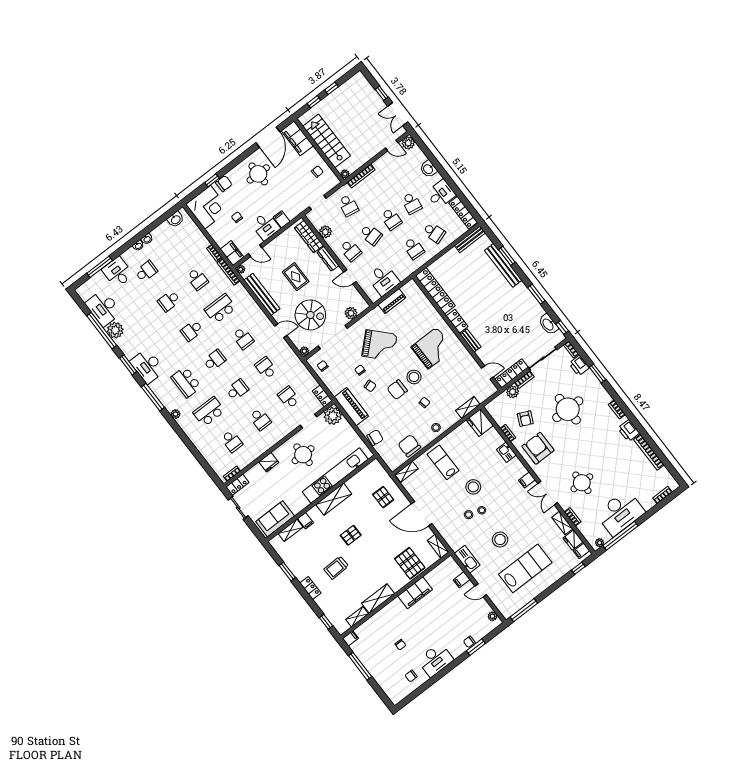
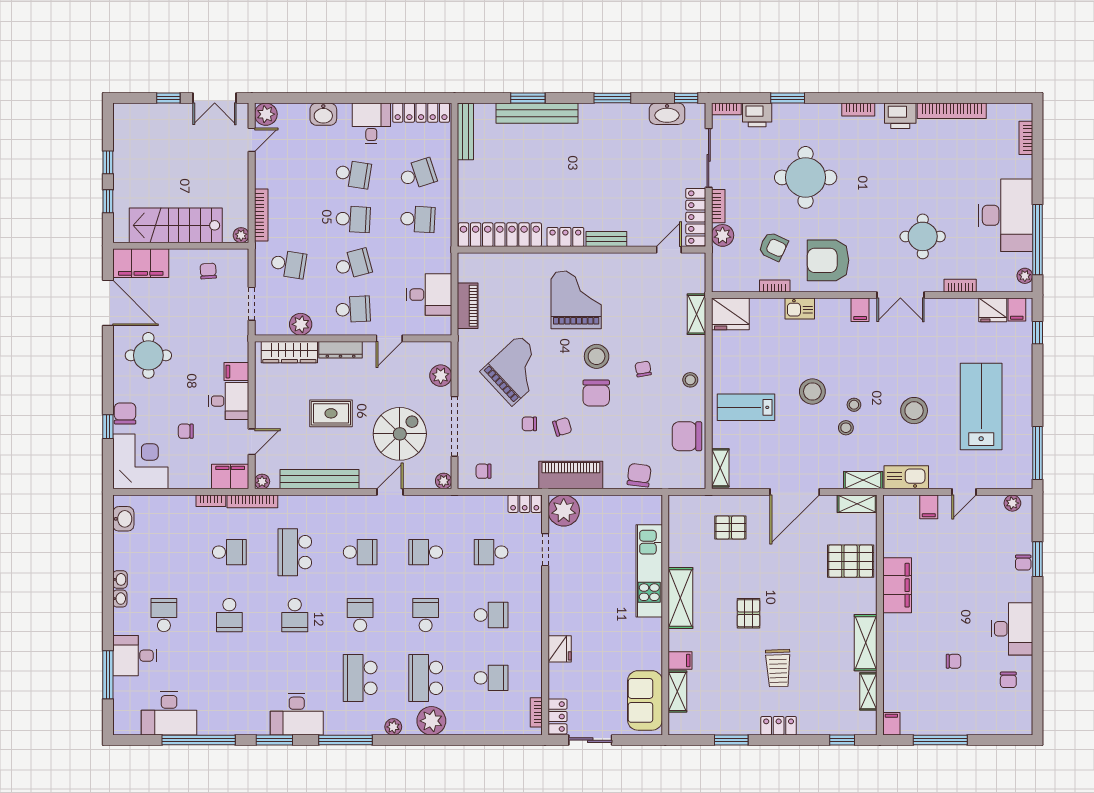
plant: (115, 330) -> (431, 721), moved
school desk: (186, 382) -> (360, 678), turned 90
round table: (303, 455) -> (586, 593), removed
kitchen unit: (335, 476) -> (649, 571), width x0.73
shelving: (562, 523) -> (863, 480), moved

